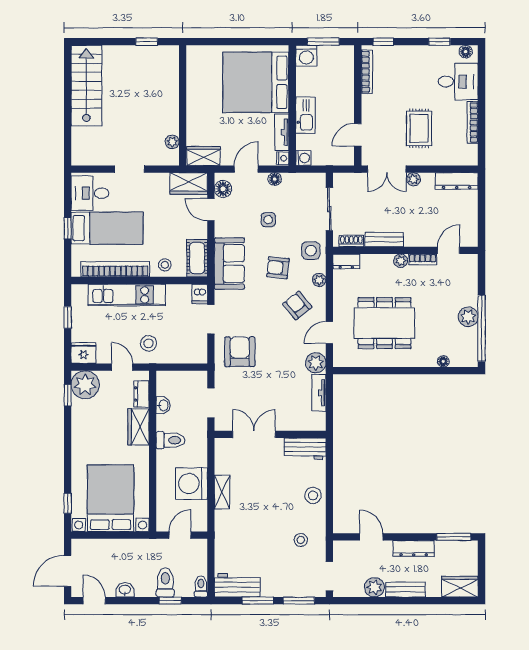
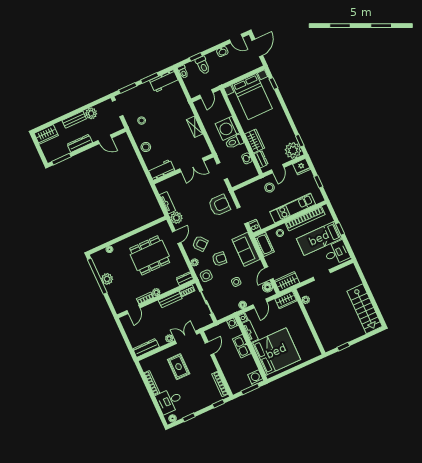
door: (211, 210) -> (269, 273), swing flipped
armchair: (240, 352) -> (219, 205), turned -90
door: (122, 367) -> (278, 169), hinge flipped
washing machine: (191, 483) -> (227, 128), moved, turned 180

